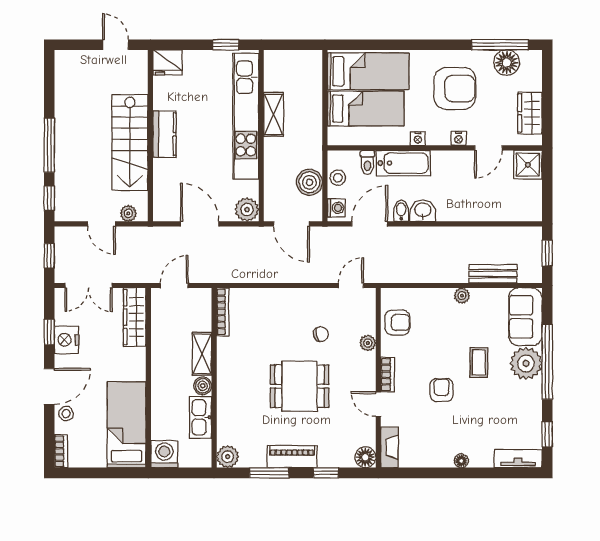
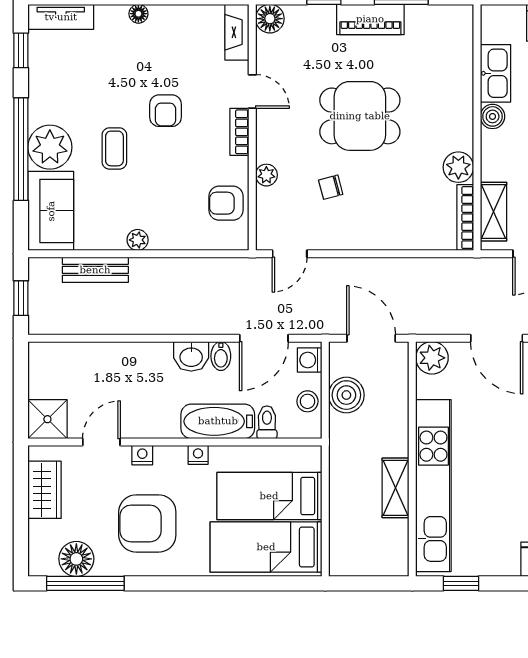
shelving: (202, 354) -> (494, 212), moved
plant: (228, 457) -> (458, 167), moved

